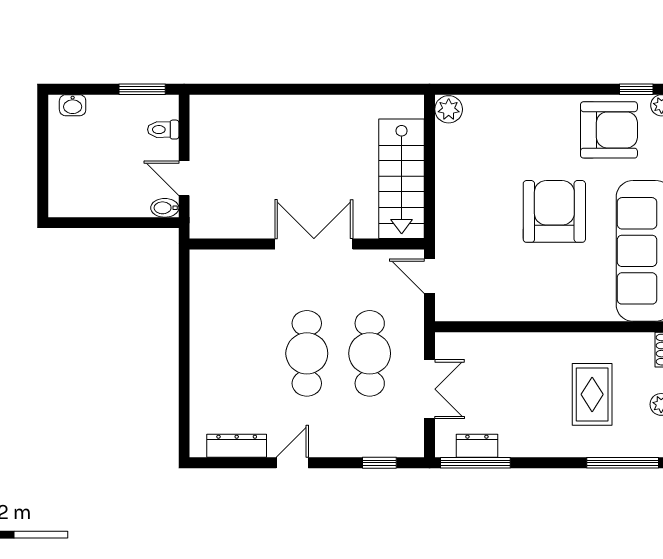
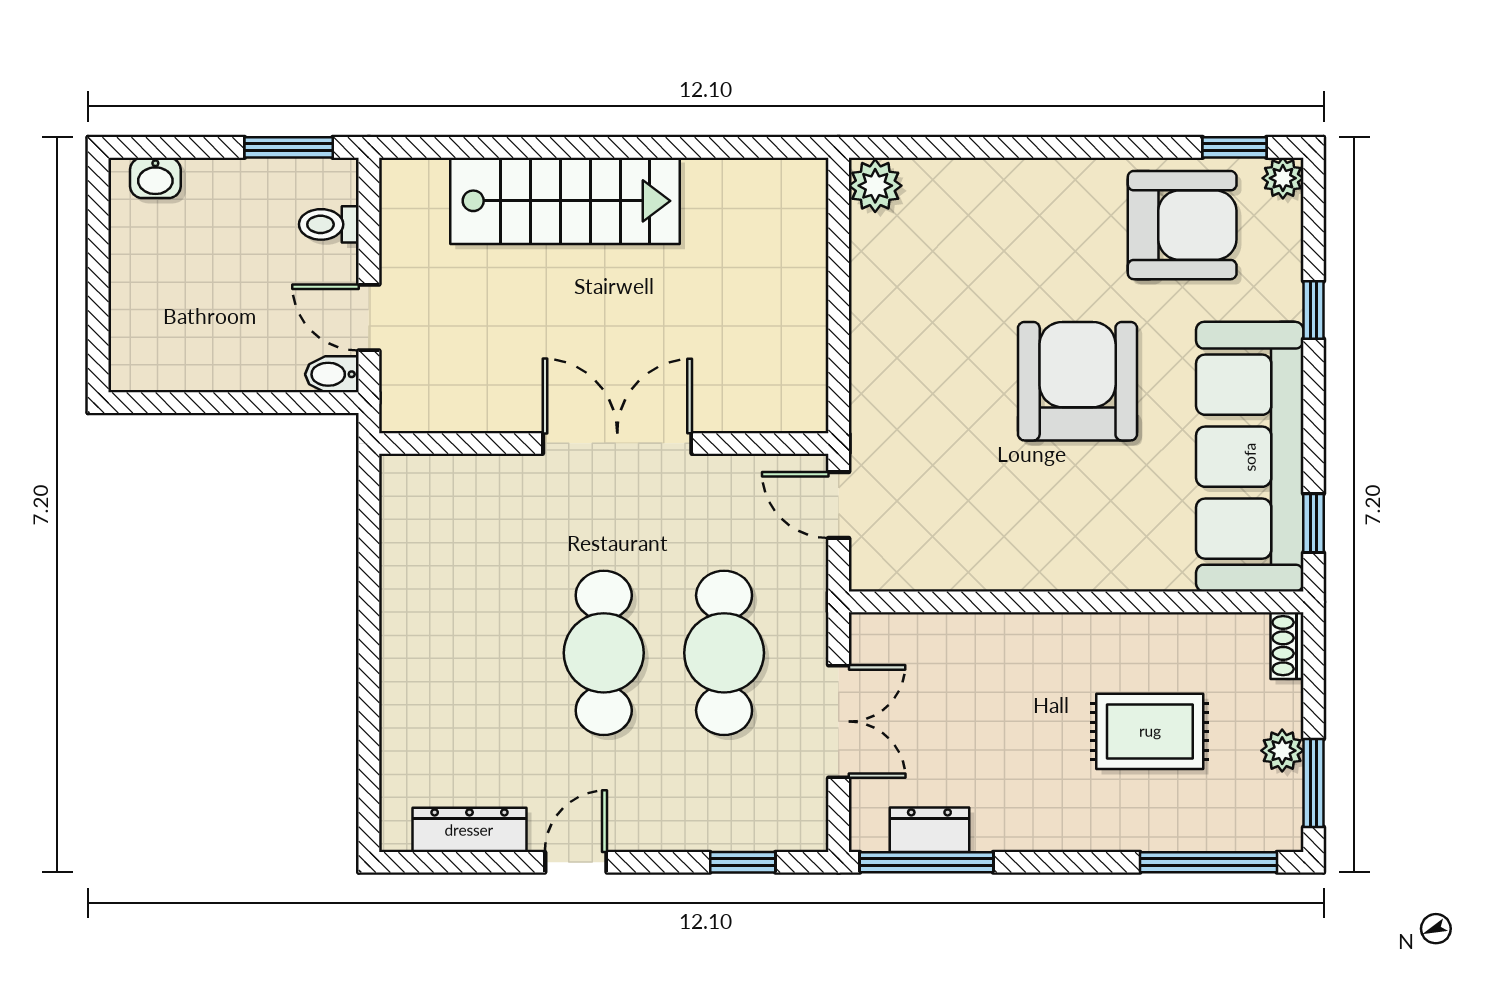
stairs: (402, 179) -> (565, 201), moved, turned -90
rug: (592, 394) -> (1150, 731), turned 90

